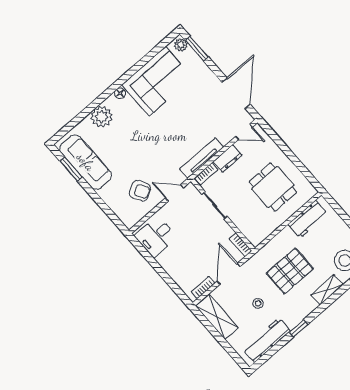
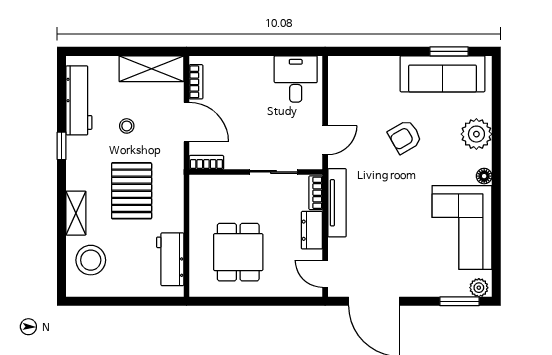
door: (244, 132) -> (325, 274), hinge flipped
dining table: (273, 187) -> (238, 252), turned 90
armchair: (140, 191) -> (405, 137), moved

